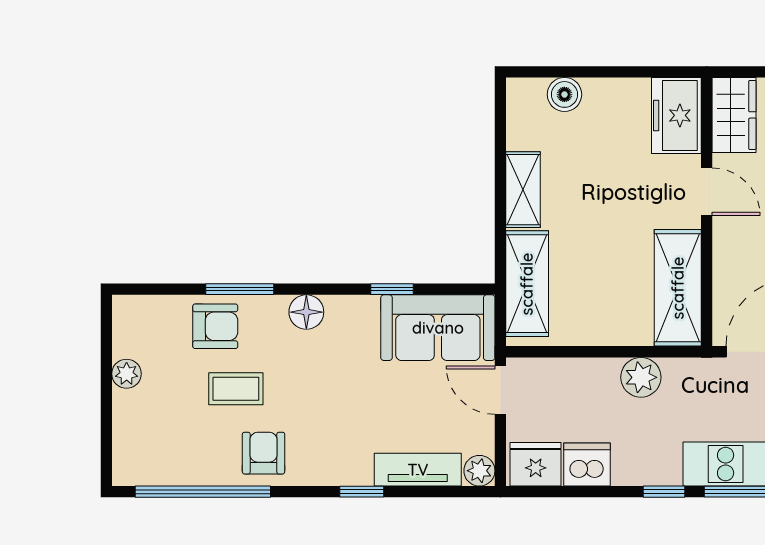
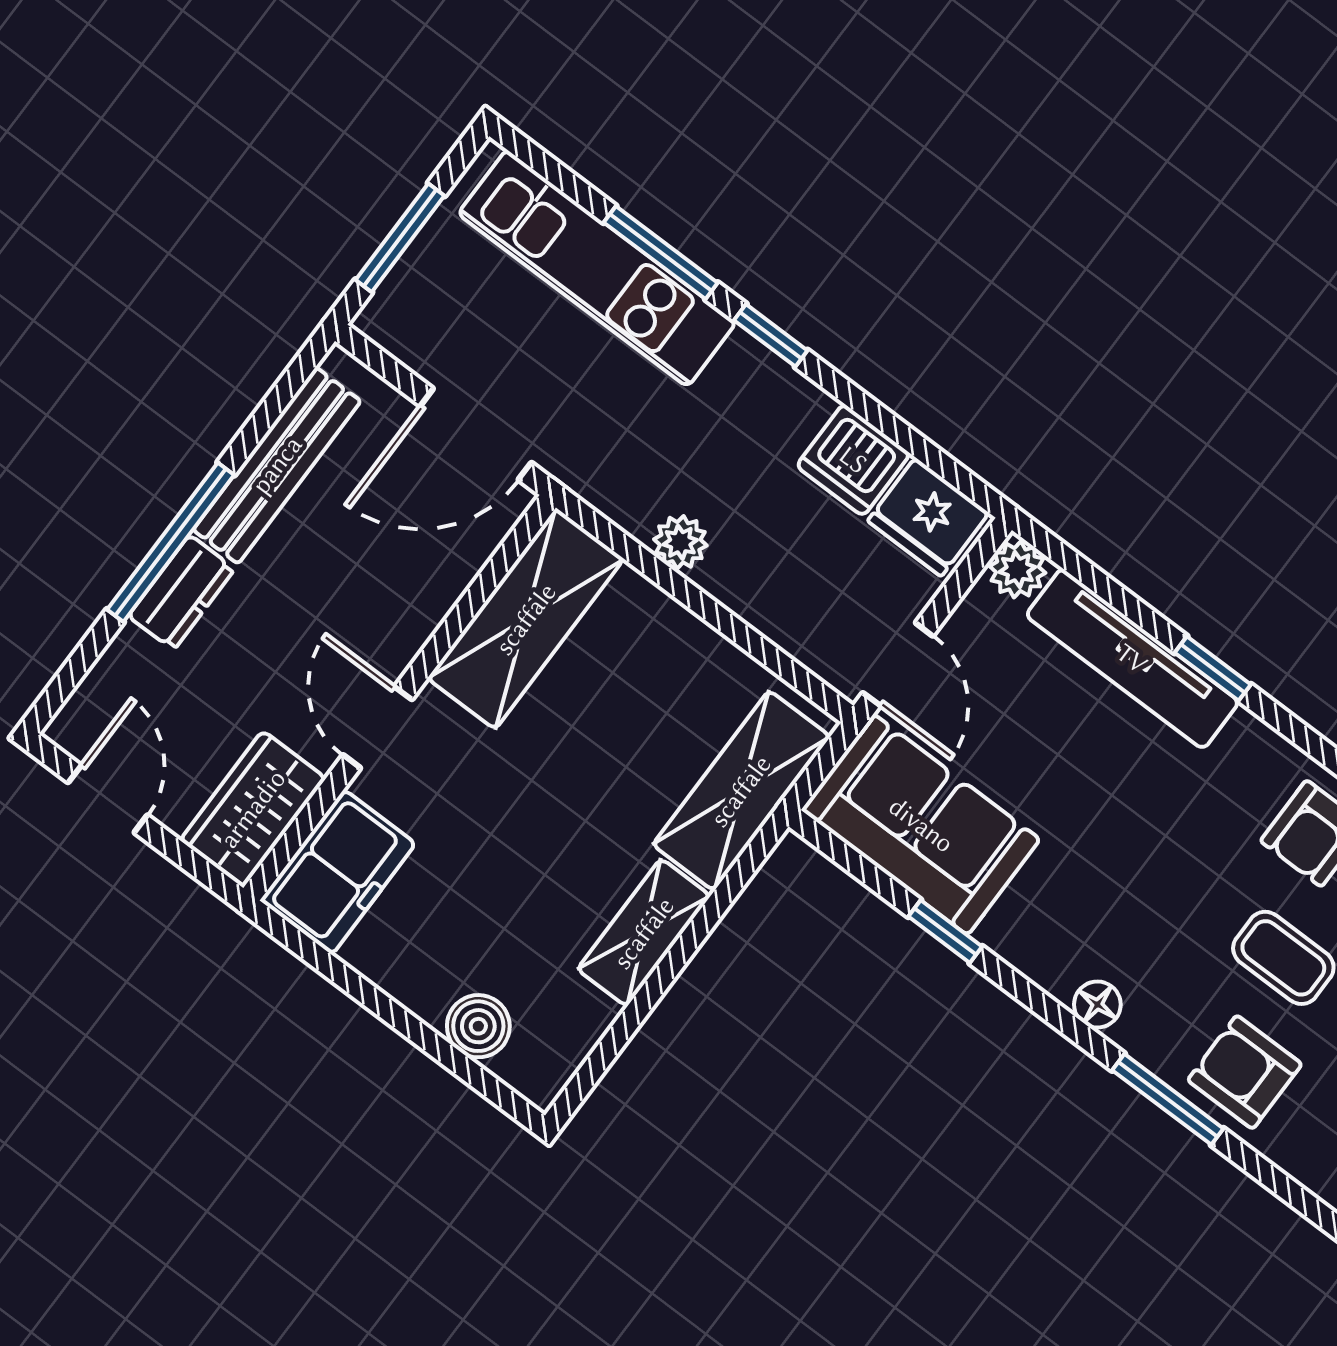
floor lamp: (306, 312) -> (1097, 1005), width x0.73, depth x0.73
plant: (641, 377) -> (680, 542), width x0.73, depth x0.73
tv unit: (418, 470) -> (1132, 659), width x1.41

